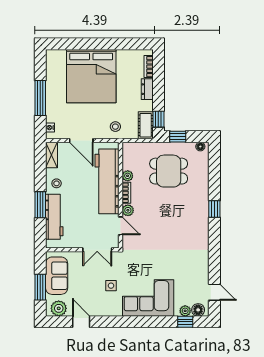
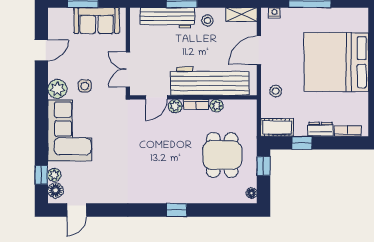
window: (158, 119) -> (302, 143), moved
plant: (59, 308) -> (57, 89), moved

